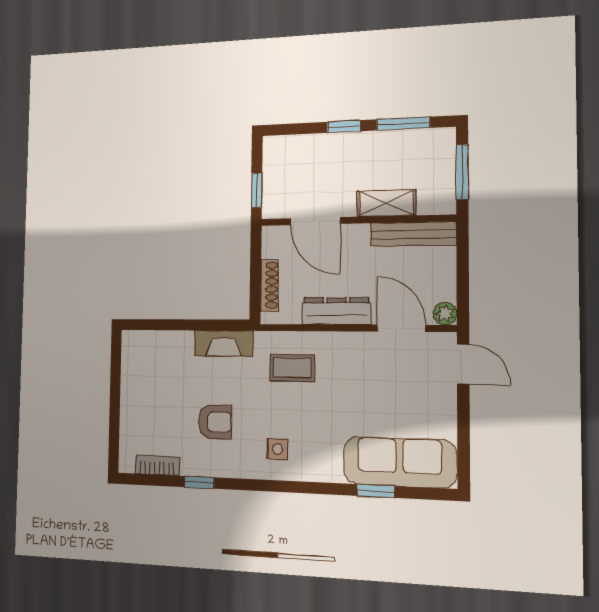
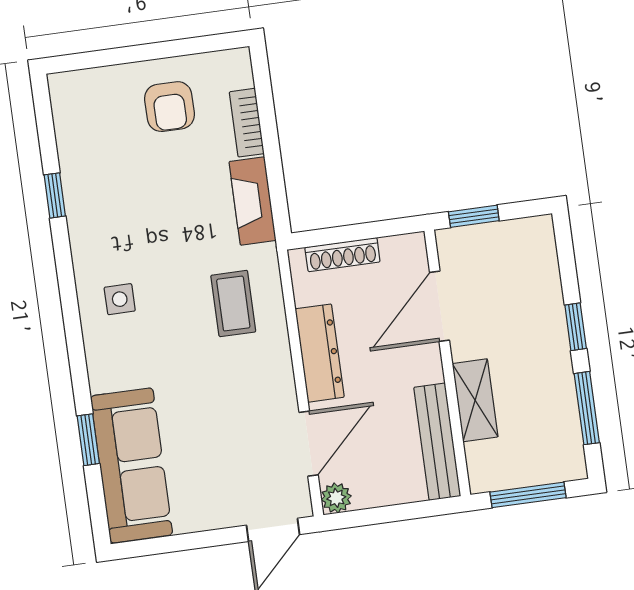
armchair: (215, 422) -> (170, 107), moved
bookcase: (157, 465) -> (247, 123), moved, turned 180

